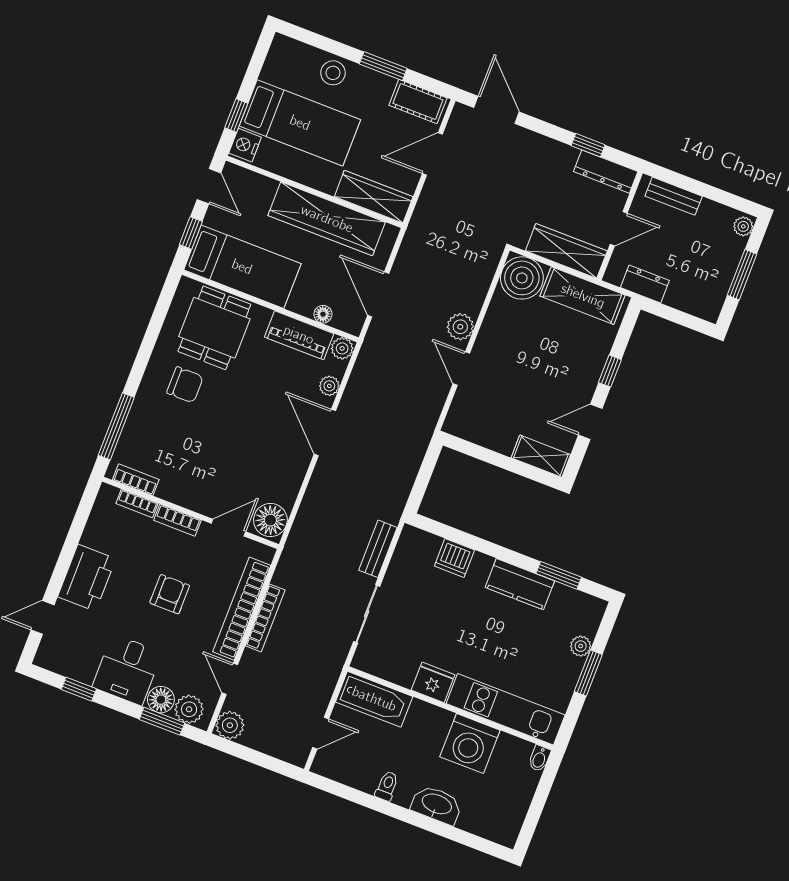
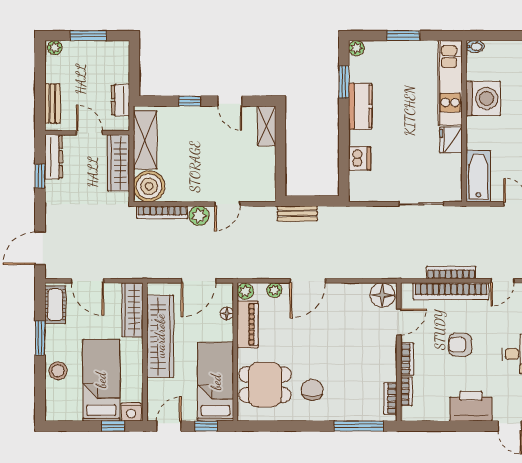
bookcase: (483, 282) -> (162, 212), added
door: (228, 528) -> (399, 322), swing flipped
bench: (378, 549) -> (297, 213), moved
plant: (581, 646) -> (356, 48), moved

